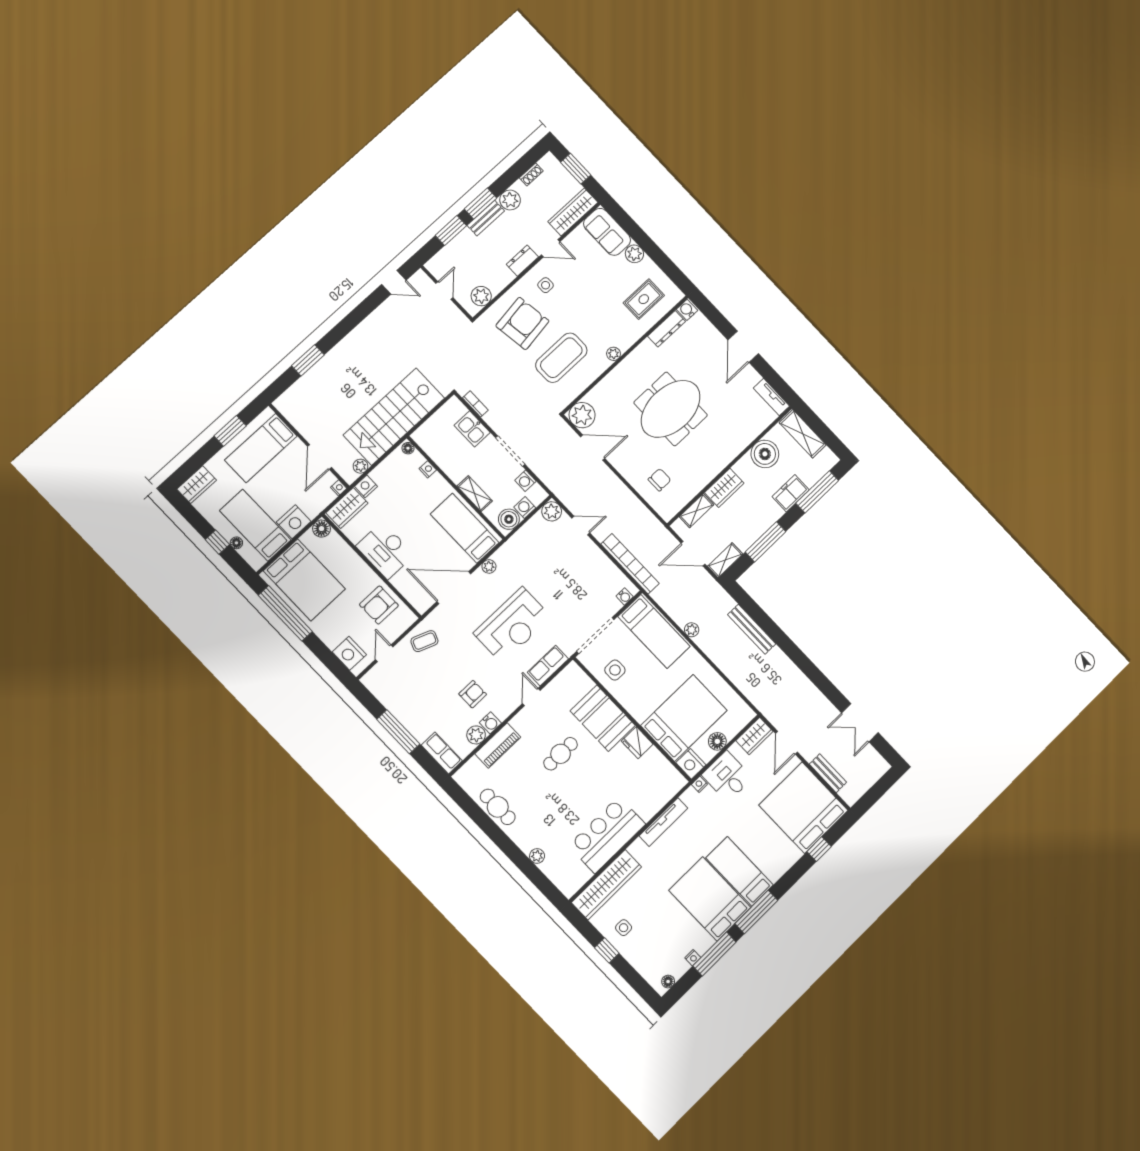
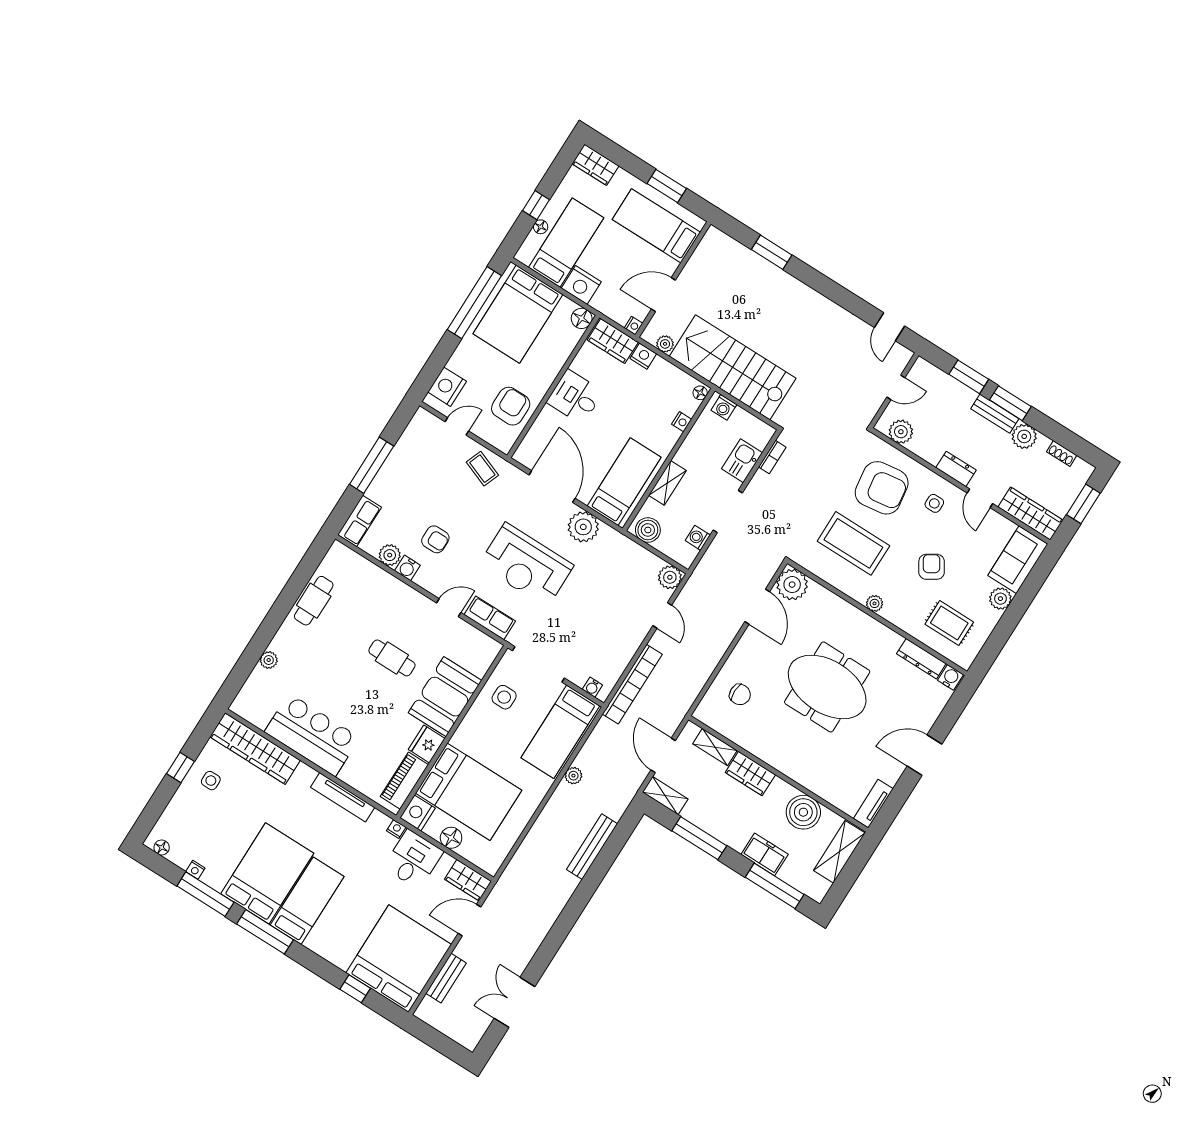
armchair: (596, 301) -> (932, 567), added
washing machine: (525, 508) -> (724, 407), moved, turned 180
desk: (385, 550) -> (575, 397), width x0.73
plant: (489, 566) -> (583, 527), width x1.87, depth x1.87
armchair: (379, 605) -> (511, 406), turned 90
piano: (498, 746) -> (404, 781), moved, turned 90

